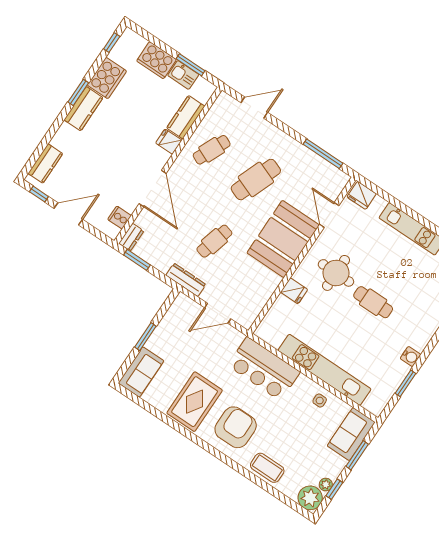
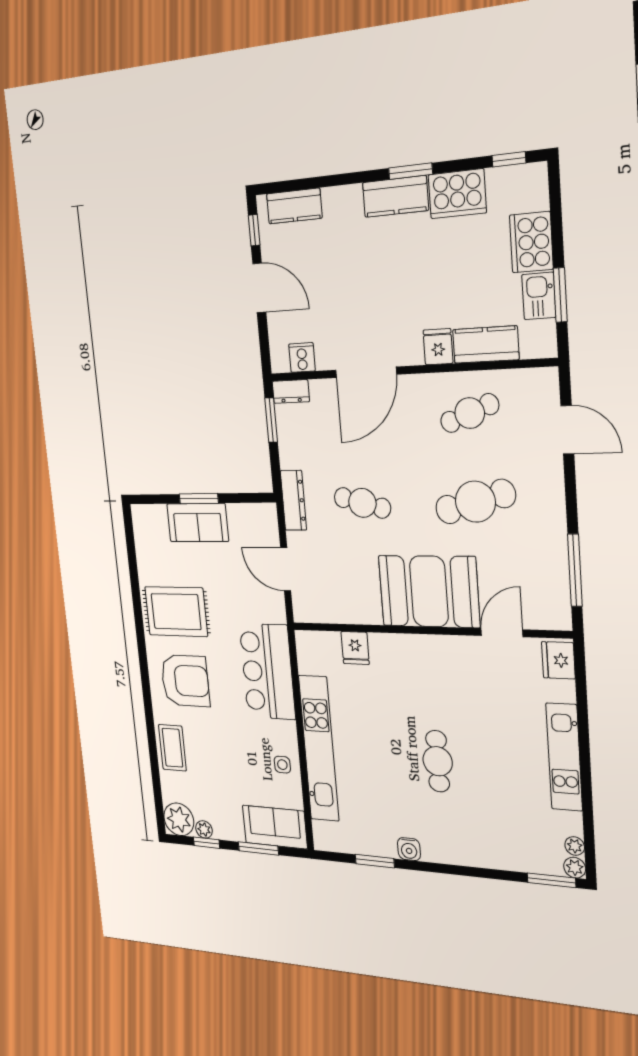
cafe table: (212, 150) -> (470, 413), turned -45
cafe table: (256, 180) -> (475, 502), turned -36
round table: (336, 273) -> (438, 690), removed
fridge: (294, 291) -> (355, 648), moved
sofa: (141, 372) -> (198, 523), moved

